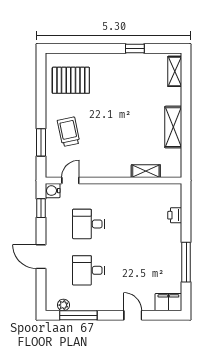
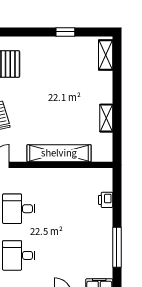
shelving: (173, 127) -> (106, 118), width x0.67, depth x0.75
shelving: (146, 171) -> (59, 153), width x2.20, depth x1.33

